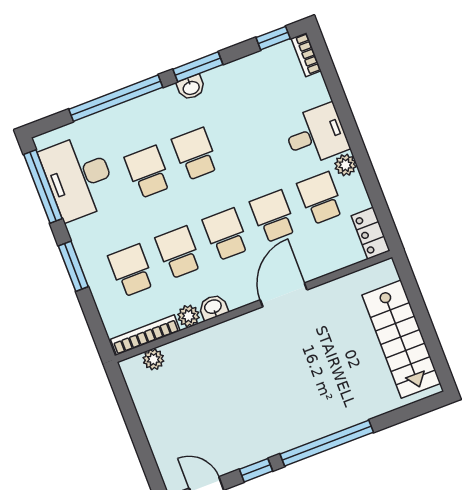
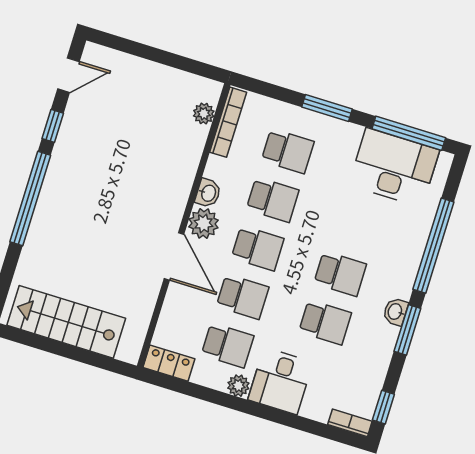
school desk: (148, 172) -> (325, 322), moved
plant: (189, 316) -> (204, 223), moved, width x1.38, depth x1.38

